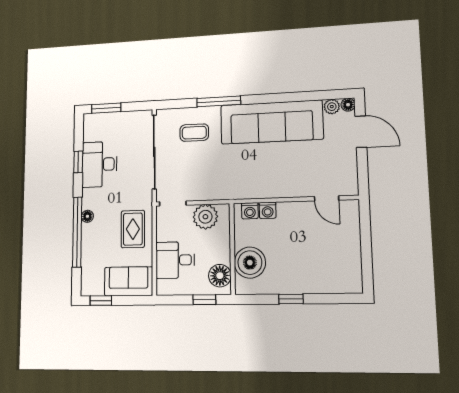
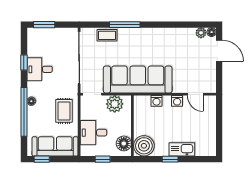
sofa: (272, 122) -> (138, 79), moved, turned 180
coffee table: (194, 133) -> (107, 35), moved
desk: (99, 164) -> (40, 69), width x0.73
washing machine: (250, 211) -> (177, 101), moved
boiler: (250, 263) -> (144, 146), moved
sofa: (129, 281) -> (55, 146), width x1.36
kitchen sink: (309, 283) -> (182, 149), added
window: (204, 300) -> (103, 159), moved

